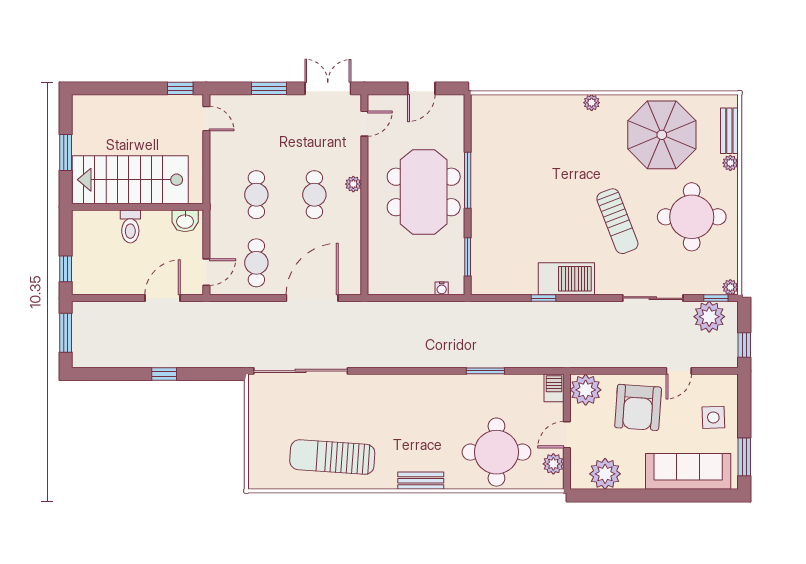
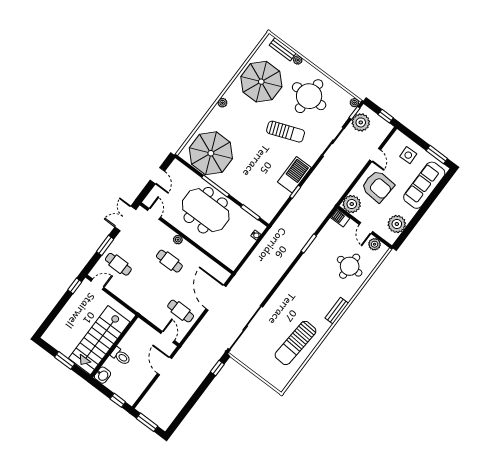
parasol: (509, 140) -> (211, 153), added
cafe table: (256, 195) -> (118, 264), moved
washbasin: (185, 221) -> (102, 375), moved
window: (164, 374) -> (217, 368), moved
round table: (496, 452) -> (350, 266), width x0.73, depth x0.73

